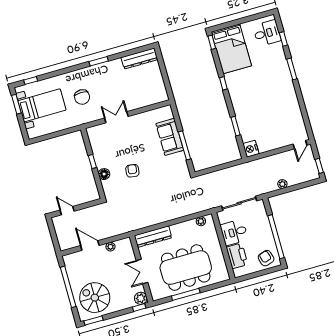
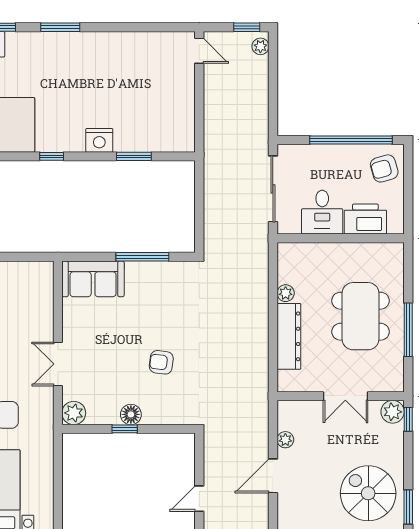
plant: (93, 133) -> (74, 413), added
sofa: (170, 137) -> (93, 279), moved
nightstand: (251, 149) -> (99, 140), moved
floor lamp: (104, 174) -> (131, 414), moved
plant: (282, 184) -> (260, 46), moved
plant: (201, 221) -> (286, 293), moved
dresser: (153, 237) -> (289, 336), moved
dining table: (186, 268) -> (361, 316), width x0.73, depth x0.80
spiral stairs: (95, 298) -> (368, 493), turned 90

